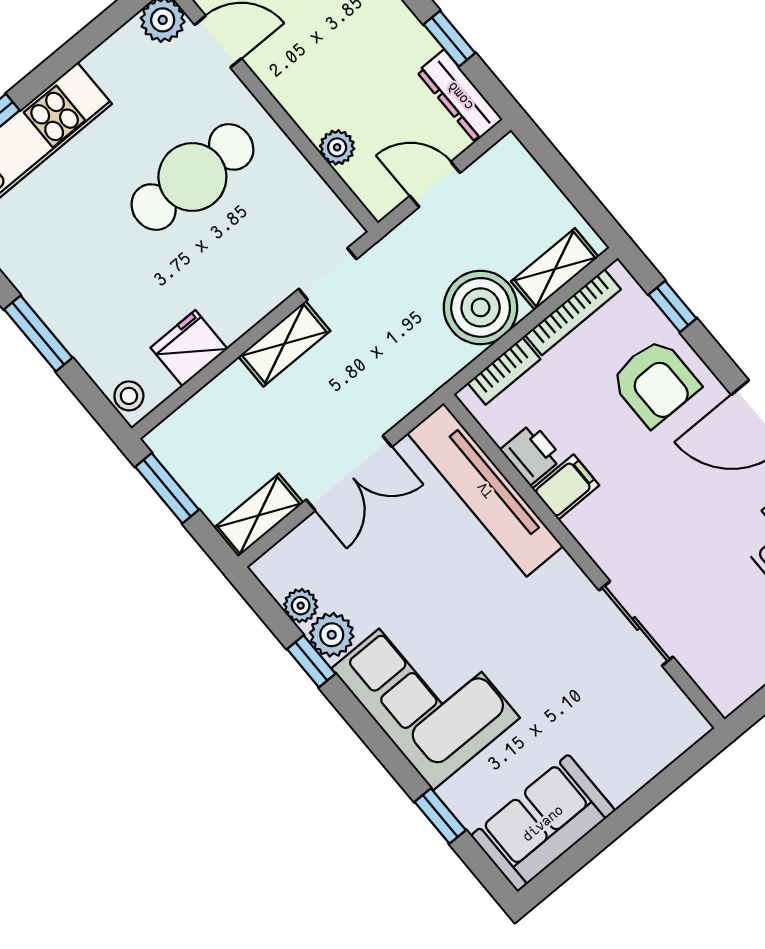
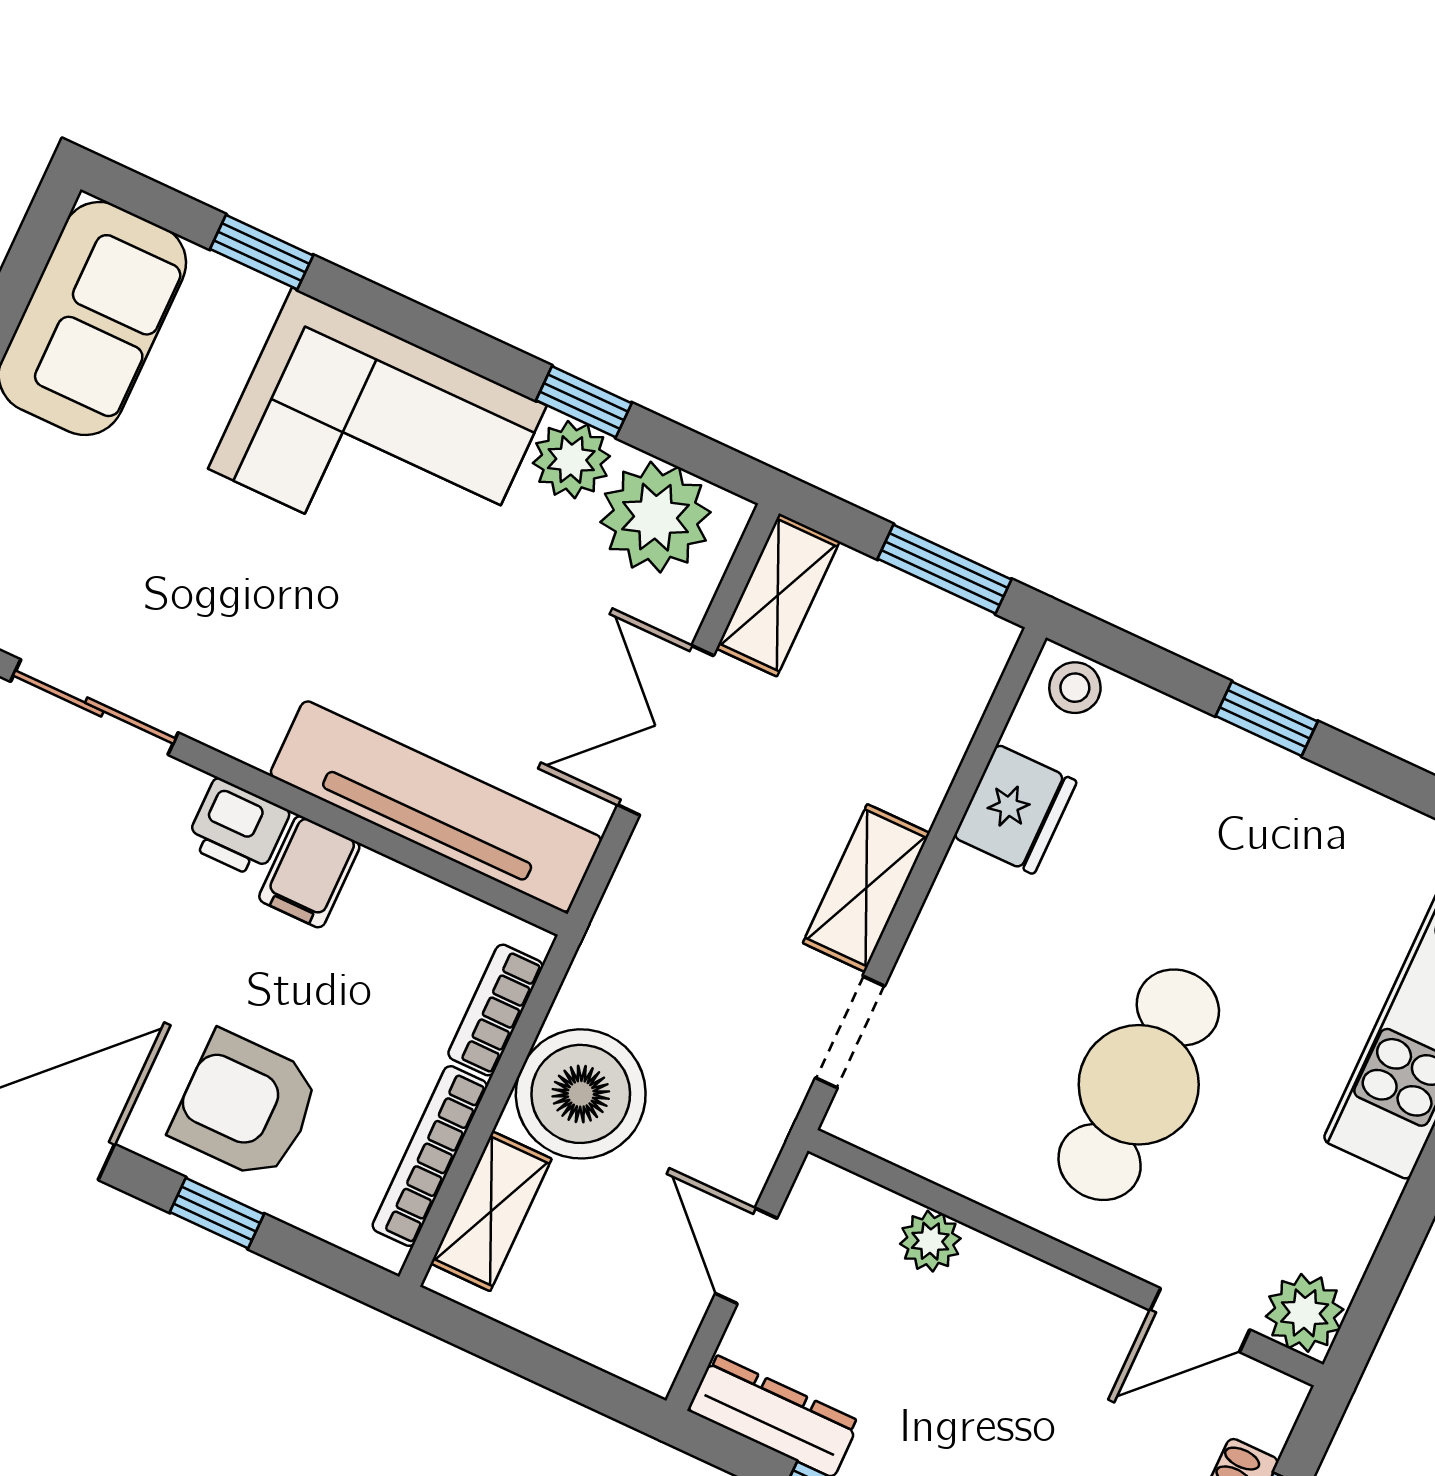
door: (435, 184) -> (746, 1256), swing flipped
window: (673, 306) -> (217, 1213), moved
window: (38, 334) -> (1267, 719), width x0.67
printer: (531, 454) -> (237, 828), moved
plant: (301, 606) -> (655, 517), width x1.87, depth x1.87

